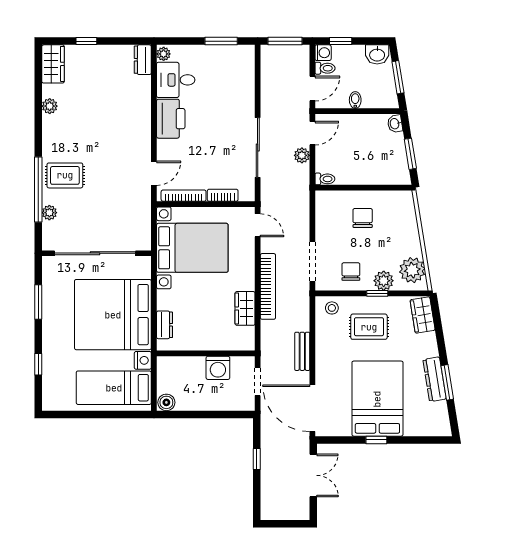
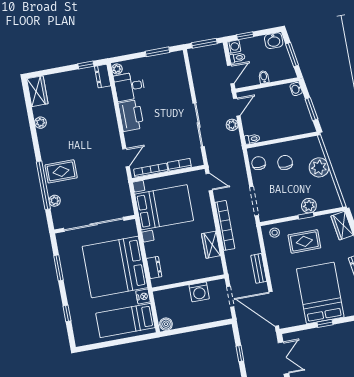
window: (86, 41) -> (86, 65), moved
plant: (412, 270) -> (319, 167), moved
chair: (351, 272) -> (259, 163), moved

